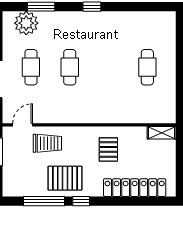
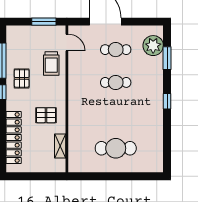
cafe table: (147, 67) -> (116, 148), width x1.37, depth x1.35
shelving: (162, 133) -> (60, 146), moved
pallet: (65, 178) -> (22, 78), width x0.67, depth x0.71

